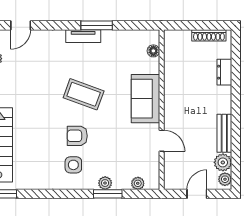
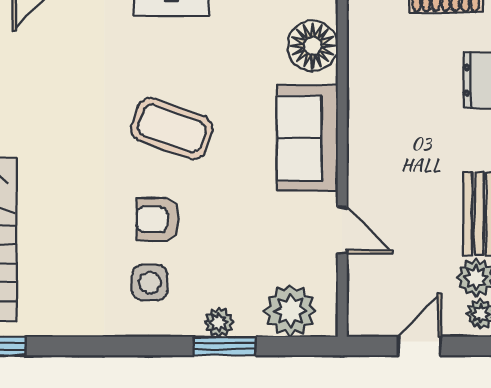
floor lamp: (153, 51) -> (312, 46), width x1.89, depth x1.89
plant: (138, 183) -> (290, 311), width x1.88, depth x1.88

